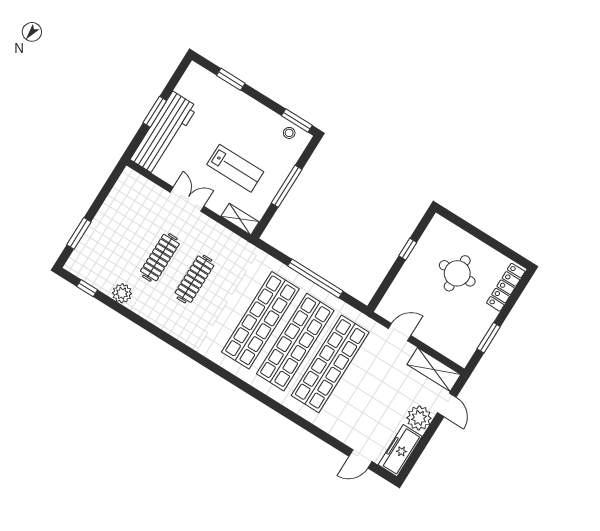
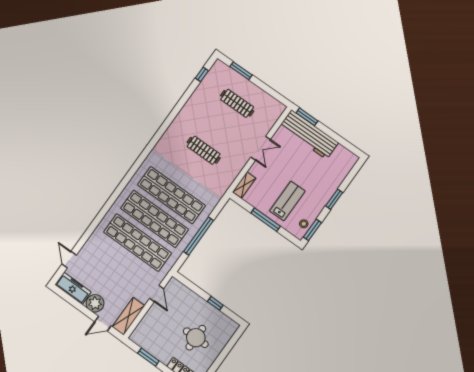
window: (231, 79) -> (334, 199), moved
window: (155, 112) -> (307, 117), moved
lab bench: (235, 168) -> (287, 201), moved, turned 180
clothes rail: (160, 258) -> (237, 103), moved
plant: (122, 293) -> (197, 99), removed

